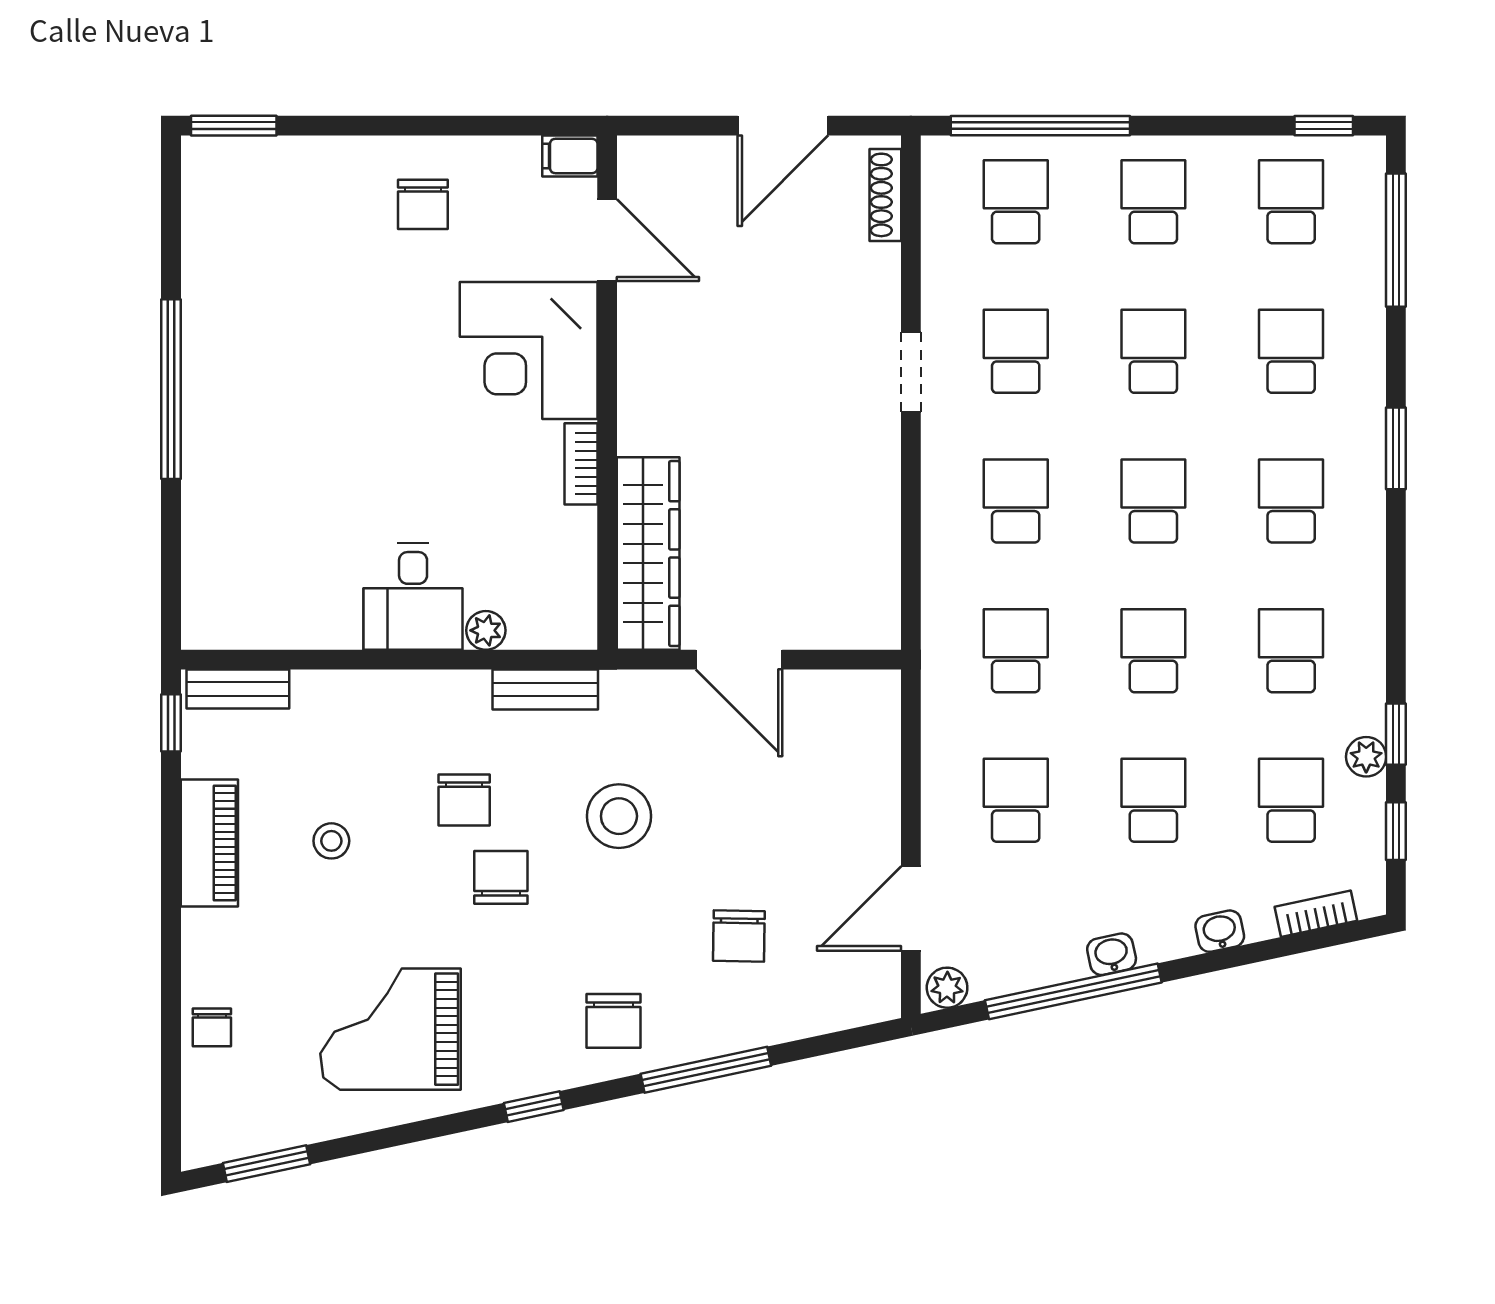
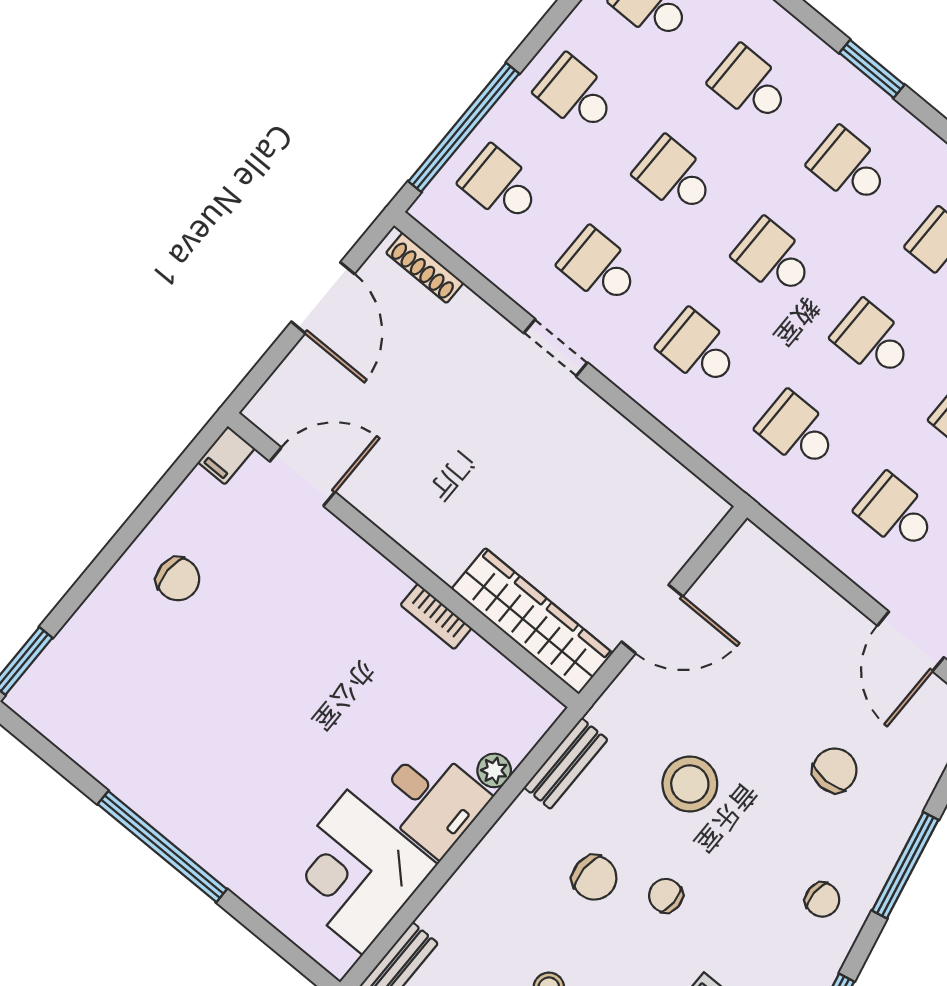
corner desk: (529, 351) -> (355, 872), moved, turned 90
chair: (501, 877) -> (666, 896), width x0.73, depth x0.73
chair: (739, 936) -> (835, 770), turned -91
chair: (613, 1021) -> (822, 900), width x0.73, depth x0.73

